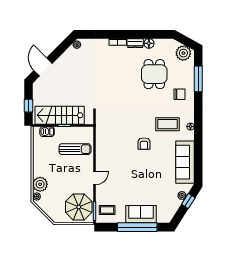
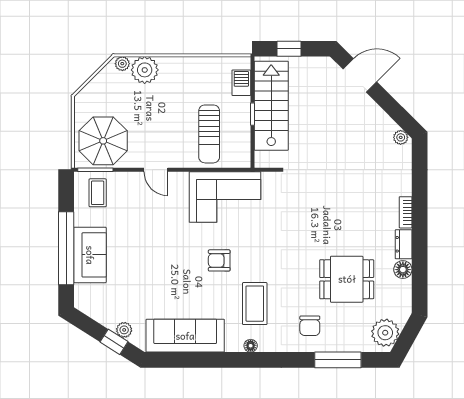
corner sofa: (109, 140) -> (225, 197), added

